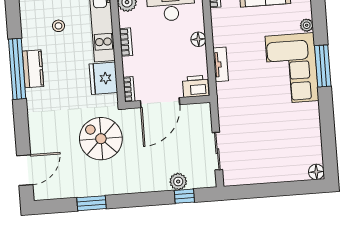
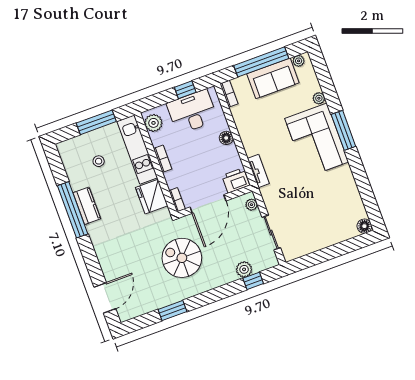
tv unit: (221, 64) -> (258, 171), moved
plant: (205, 116) -> (251, 205), added
spiral stairs: (101, 139) -> (182, 258), moved

